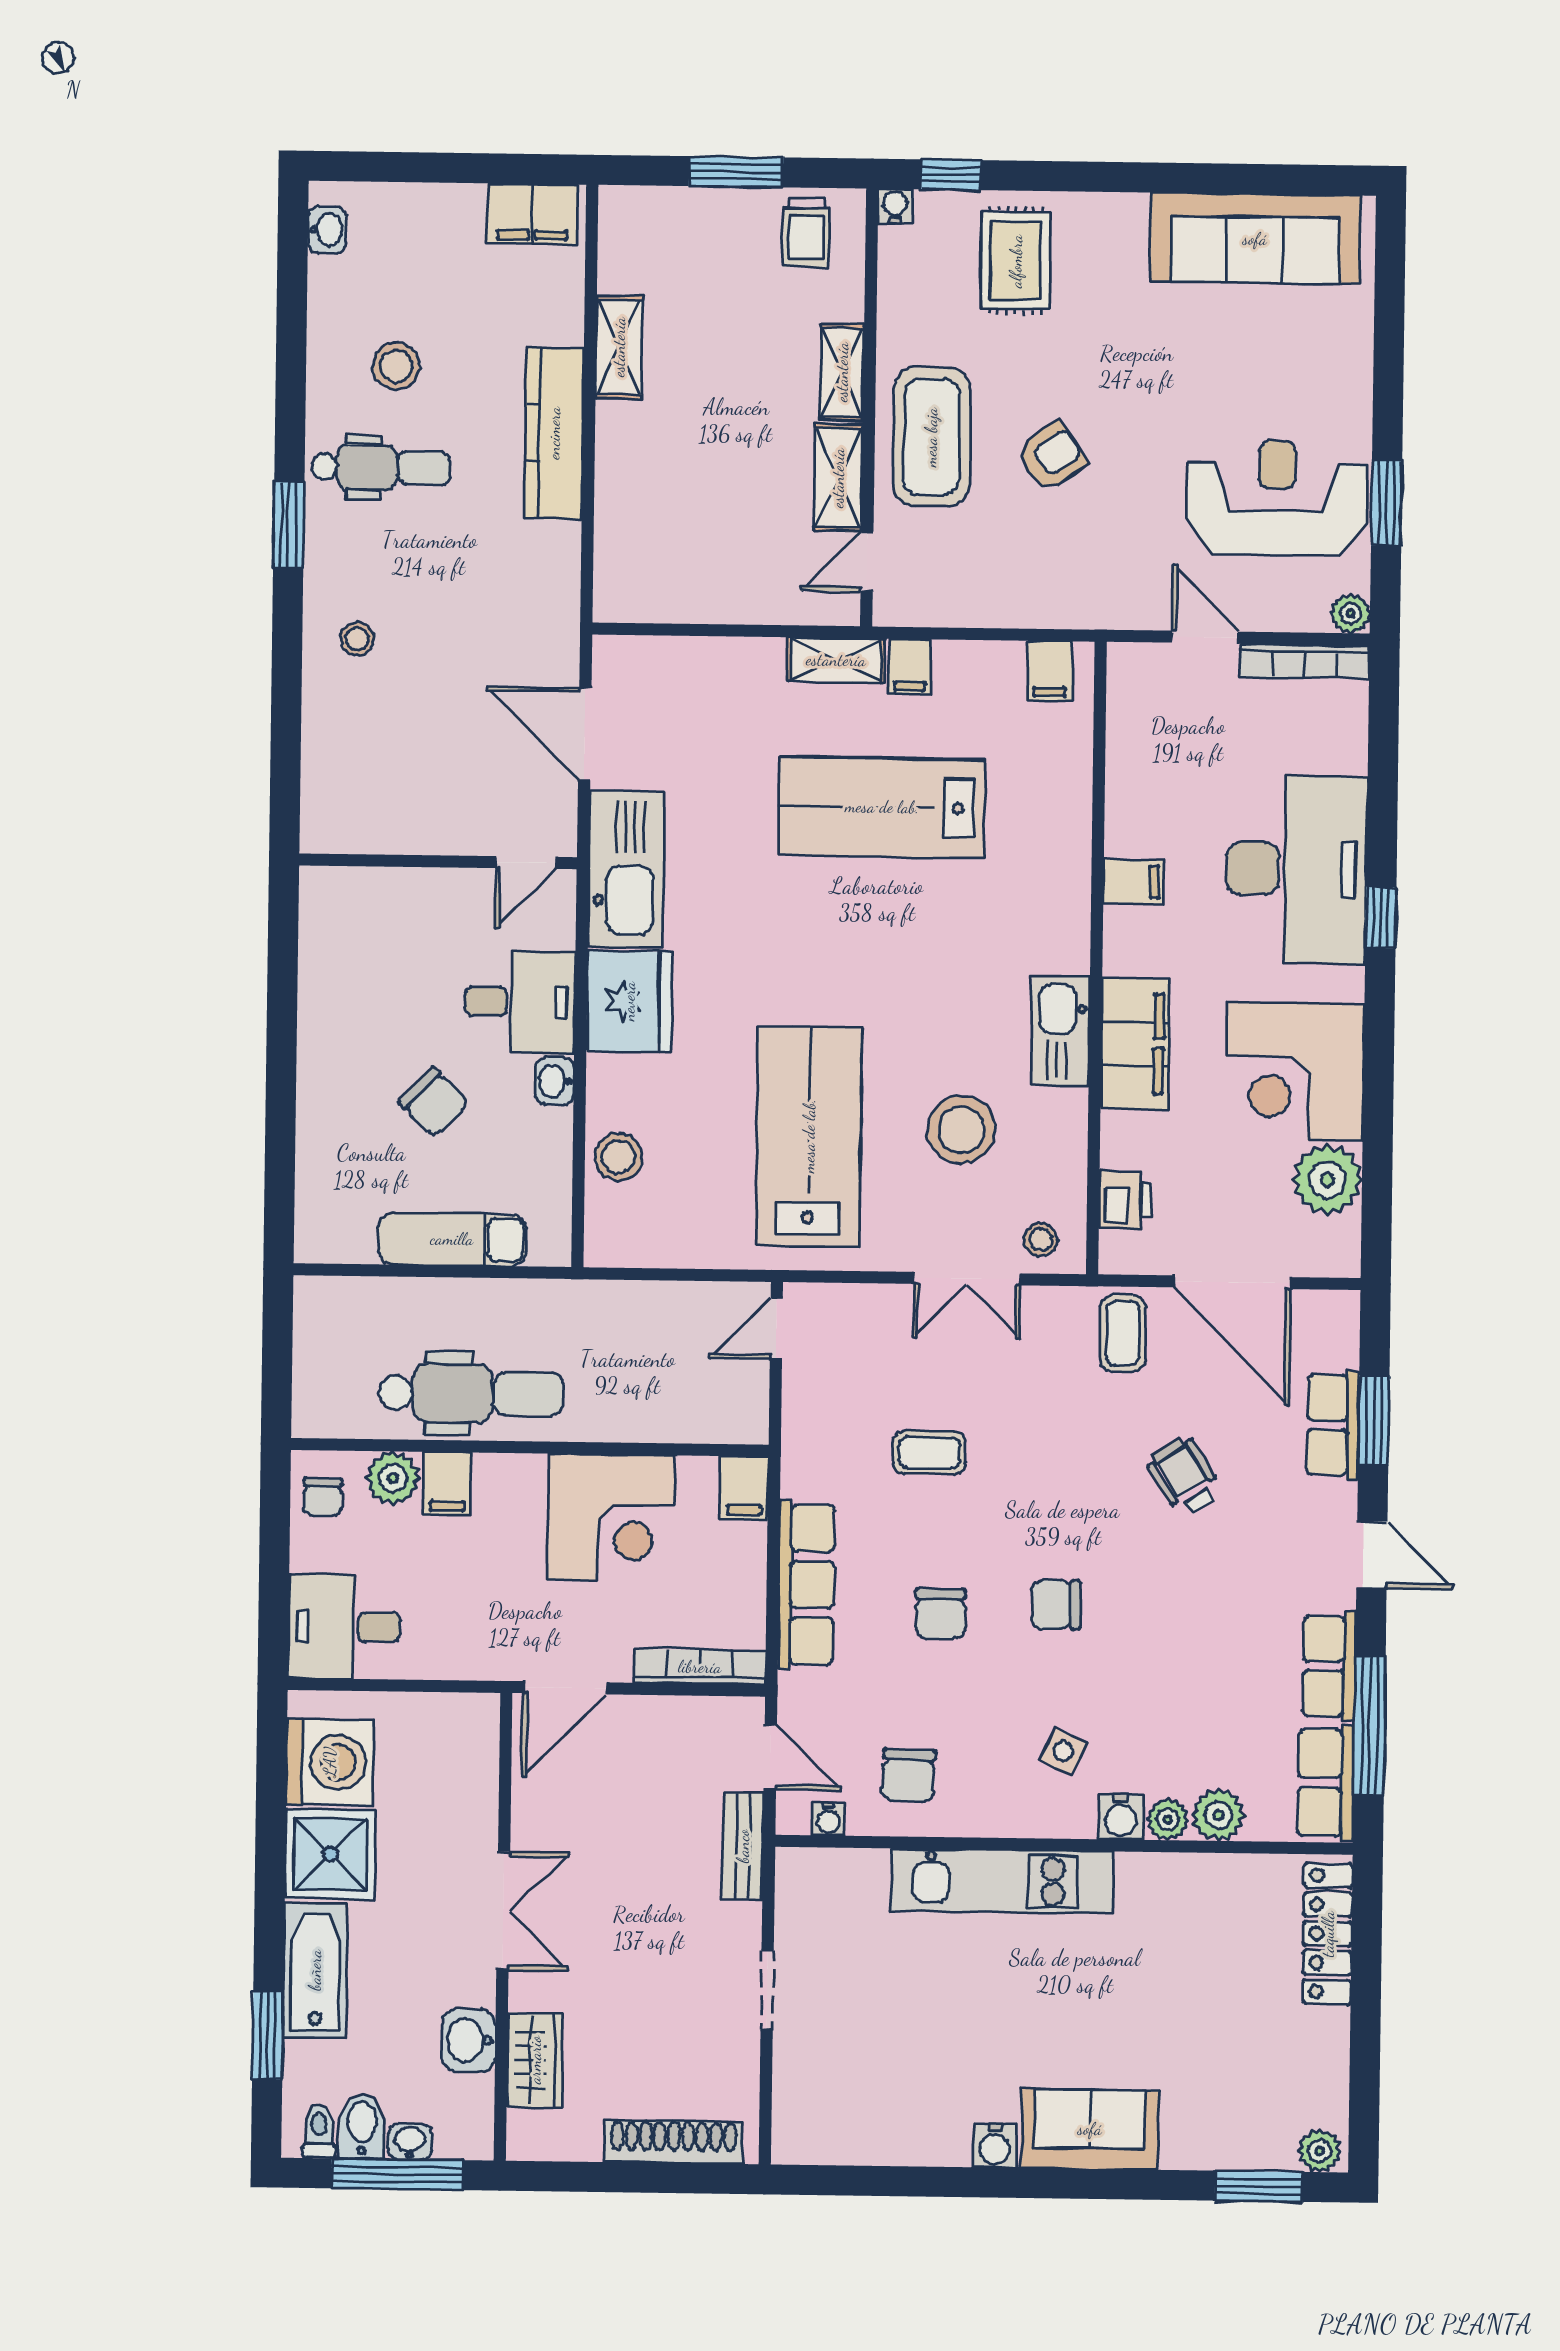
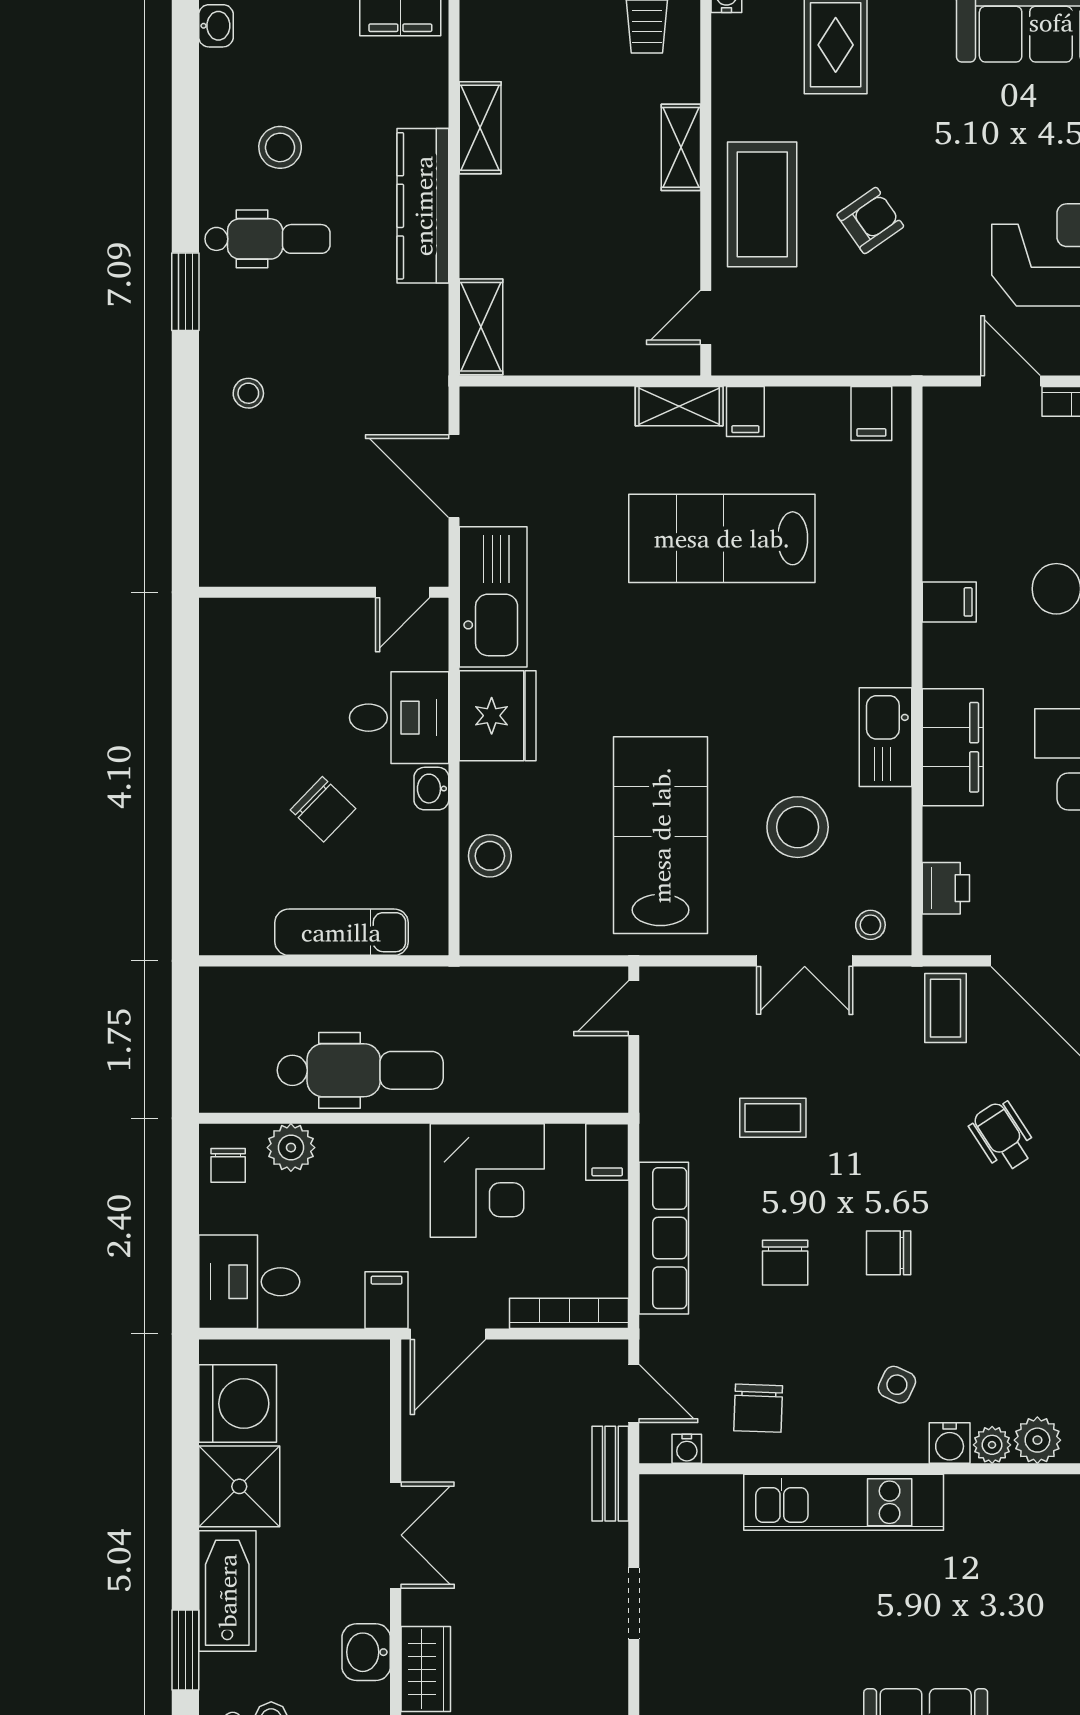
shelving: (838, 478) -> (481, 327), moved
filing cabinet: (447, 1484) -> (387, 1300), moved, turned 180

